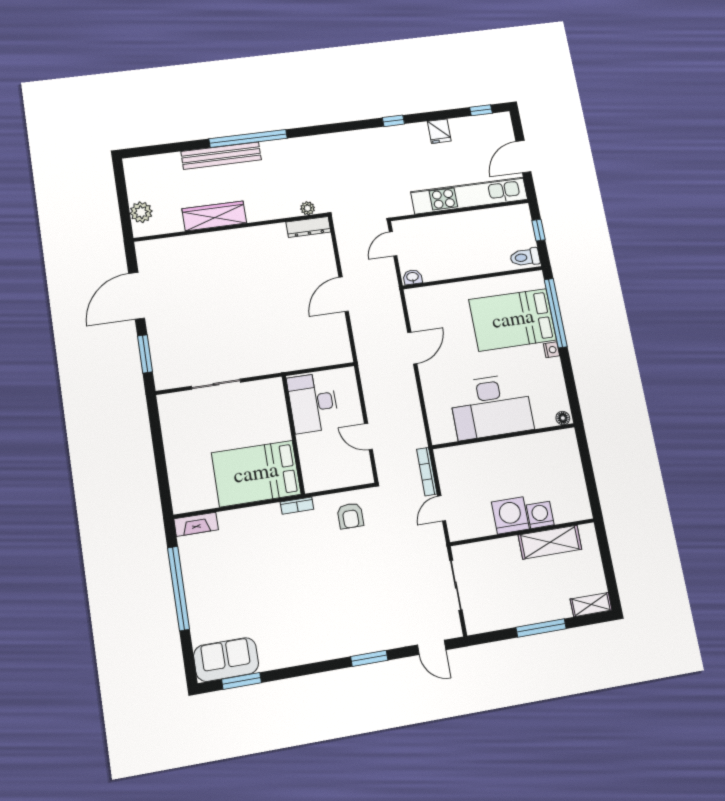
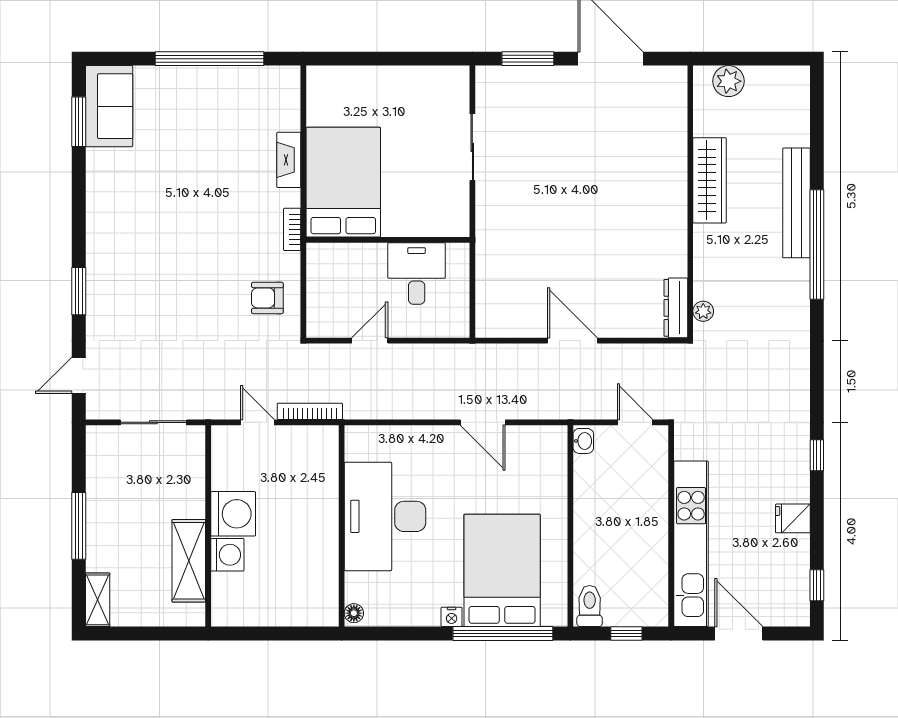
desk: (313, 403) -> (417, 273), width x0.73
fireplace: (196, 524) -> (289, 160), moved

